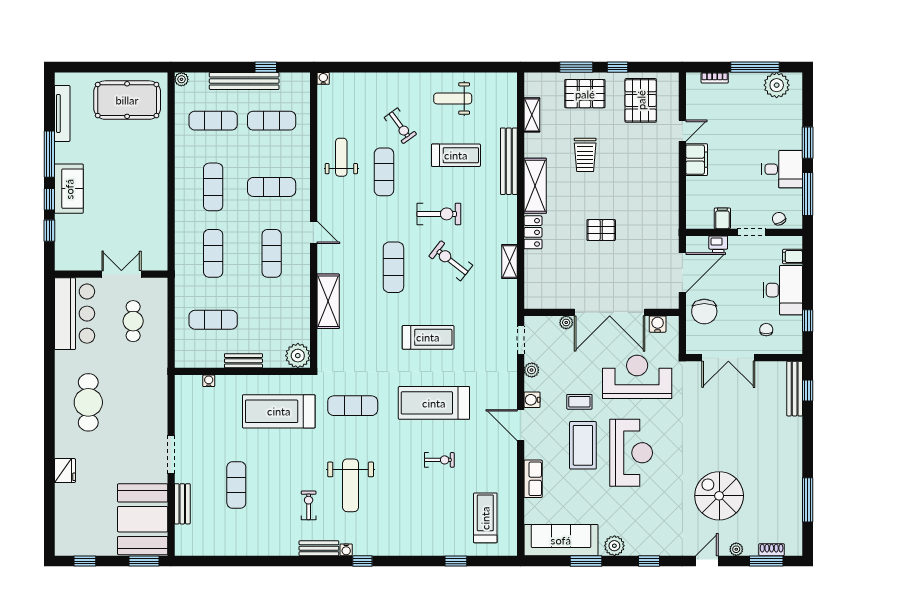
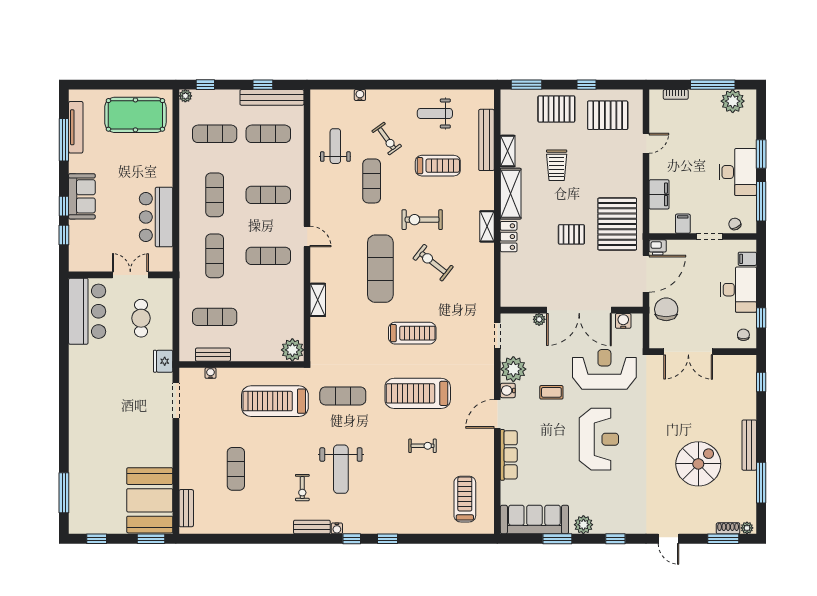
window: (203, 67) -> (205, 85), added
window: (576, 67) -> (526, 85), moved
water cooler: (323, 78) -> (360, 95), moved
bench: (244, 81) -> (272, 97), moved
pallet: (641, 100) -> (608, 115), turned 90
shelving: (532, 115) -> (508, 151), moved
window: (49, 154) -> (64, 140), moved
weight bench: (341, 157) -> (335, 146), moved
filing cabinet: (697, 160) -> (659, 194), moved
bench: (509, 161) -> (486, 140), moved
desk: (782, 169) -> (738, 172), width x1.37
bar counter: (150, 211) -> (156, 217), added
exercise bike: (439, 214) -> (422, 220), turned 180
pallet: (651, 219) -> (617, 224), added
printer: (718, 244) -> (658, 247), moved
exercise mat: (272, 253) -> (268, 256), turned 90
shelving: (509, 262) -> (487, 226), moved
exercise mat: (393, 267) -> (380, 269), width x1.36, depth x1.45
shelving: (328, 301) -> (318, 300), width x0.67, depth x0.75
chair: (704, 311) -> (666, 309), turned 180
chair: (766, 330) -> (743, 335), moved
bench: (243, 361) -> (213, 355), moved
plant: (532, 370) -> (513, 369), width x1.87, depth x1.87
bench: (795, 389) -> (749, 445), moved
cafe table: (88, 402) -> (100, 393), removed
door: (521, 425) -> (497, 414), hinge flipped
coffee table: (583, 445) -> (555, 432), removed
doorway: (171, 454) -> (176, 401), moved
fridge: (65, 471) -> (163, 361), moved, turned 180
row of seats: (533, 479) -> (509, 455), width x1.48
spiral stairs: (719, 496) -> (698, 464), moved, turned 90
bench: (182, 504) -> (186, 508), moved
exercise bike: (309, 505) -> (302, 488), turned 180
window: (49, 511) -> (64, 493), added
plant: (736, 549) -> (747, 528), moved
window: (456, 561) -> (387, 539), moved
door: (707, 561) -> (668, 539), swing flipped

